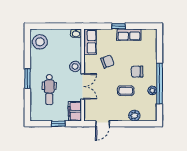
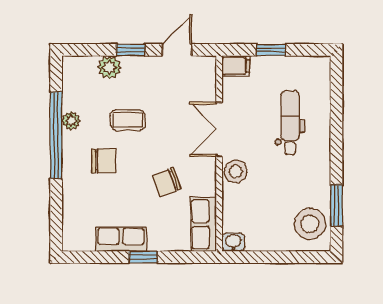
window: (27, 79) -> (336, 205), moved
filing cabinet: (75, 111) -> (236, 66), width x0.50
window: (124, 124) -> (131, 50), added

